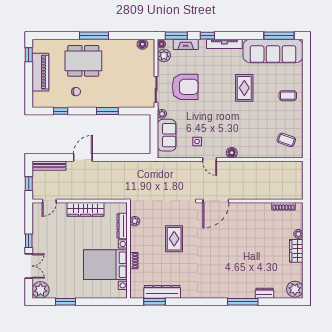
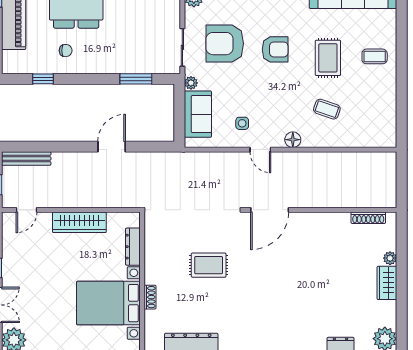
armchair: (185, 87) -> (225, 44), turned 180
rug: (244, 88) -> (328, 58), moved
armchair: (220, 91) -> (275, 49), added
window: (107, 111) -> (136, 79), moved
coffee table: (286, 140) -> (327, 109), moved
door: (83, 157) -> (112, 147), moved
plant: (135, 221) -> (151, 240), removed
rug: (174, 239) -> (209, 265), turned 90

